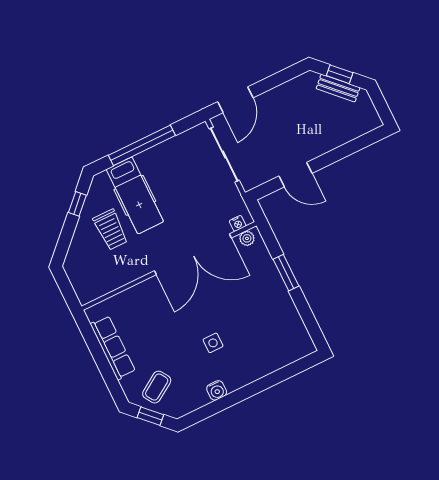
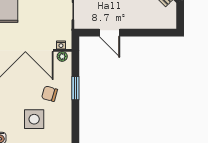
chair: (255, 298) -> (50, 94), added
side table: (213, 343) -> (34, 119), moved, width x1.87, depth x1.87

